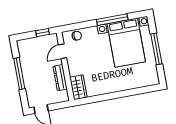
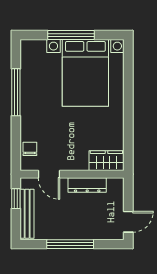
bench: (34, 42) -> (27, 214), added
bed with nightstands: (126, 43) -> (85, 73), moved, turned 90

